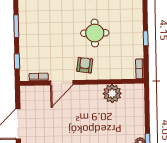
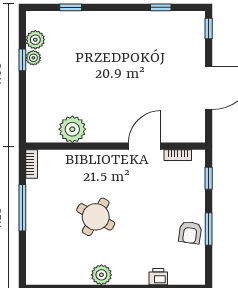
round table: (95, 33) -> (96, 217), turned 30
window: (146, 38) -> (22, 208), width x2.17
armchair: (85, 65) -> (190, 233), moved

